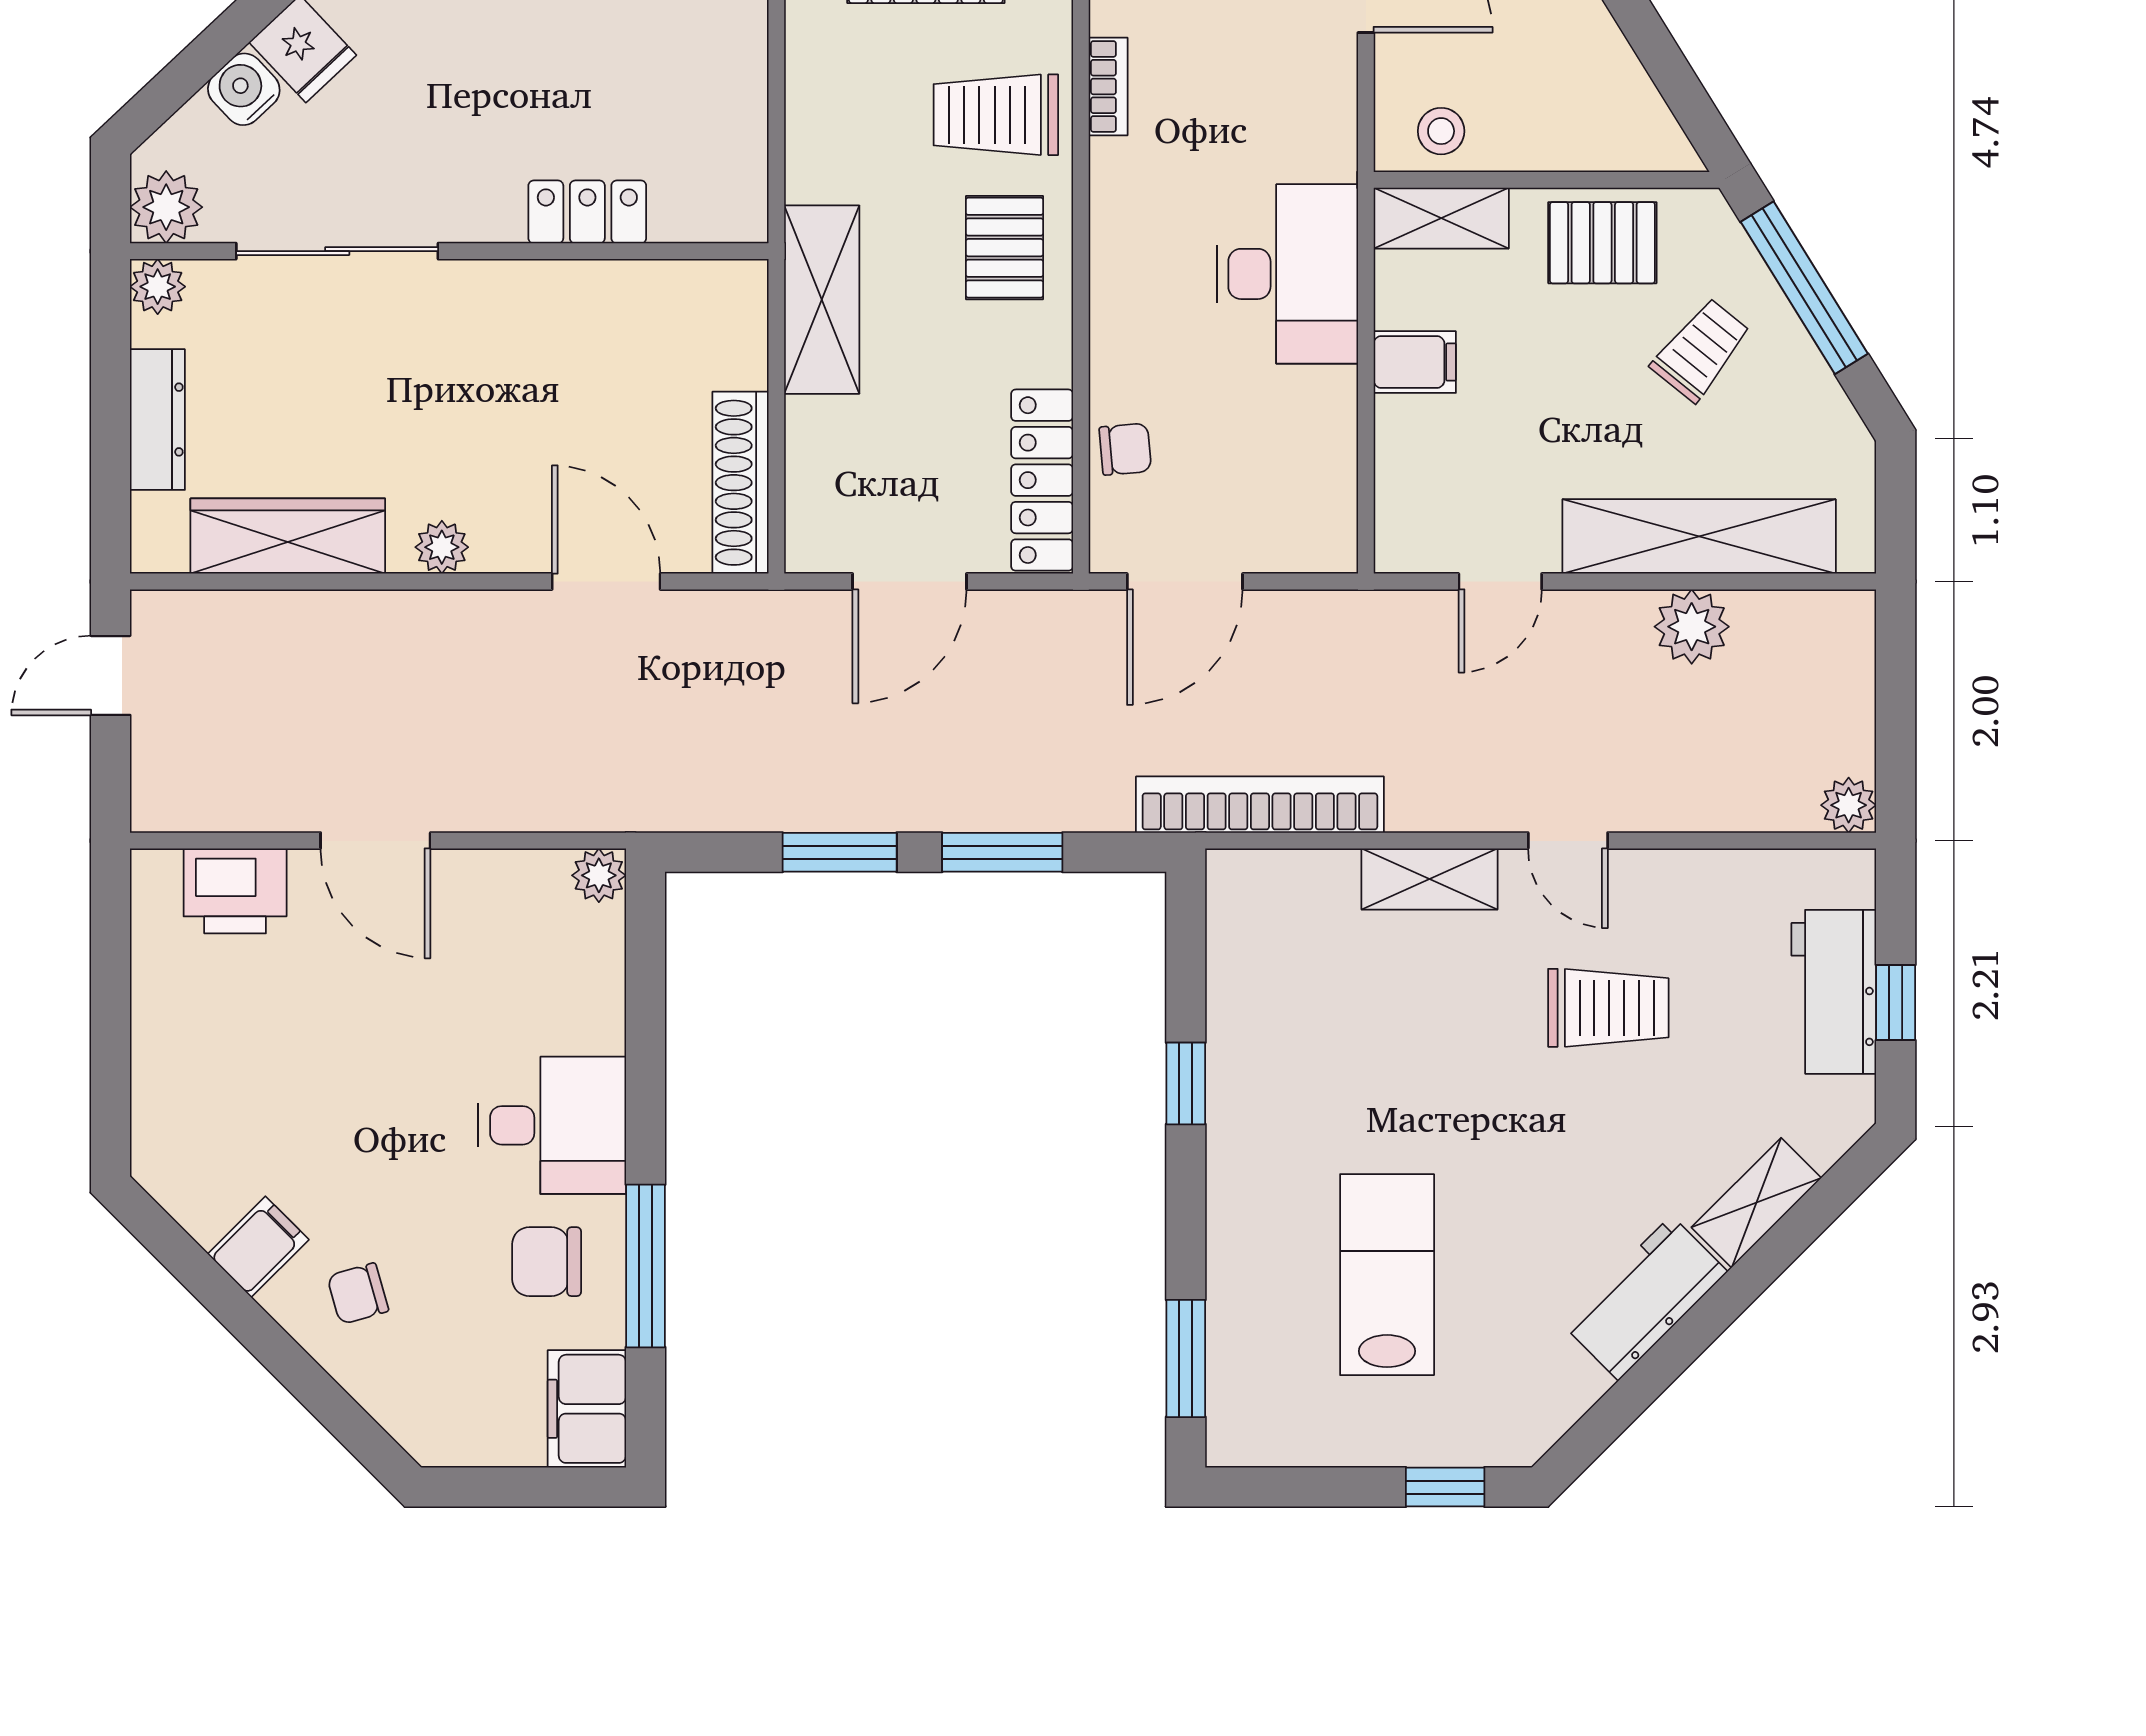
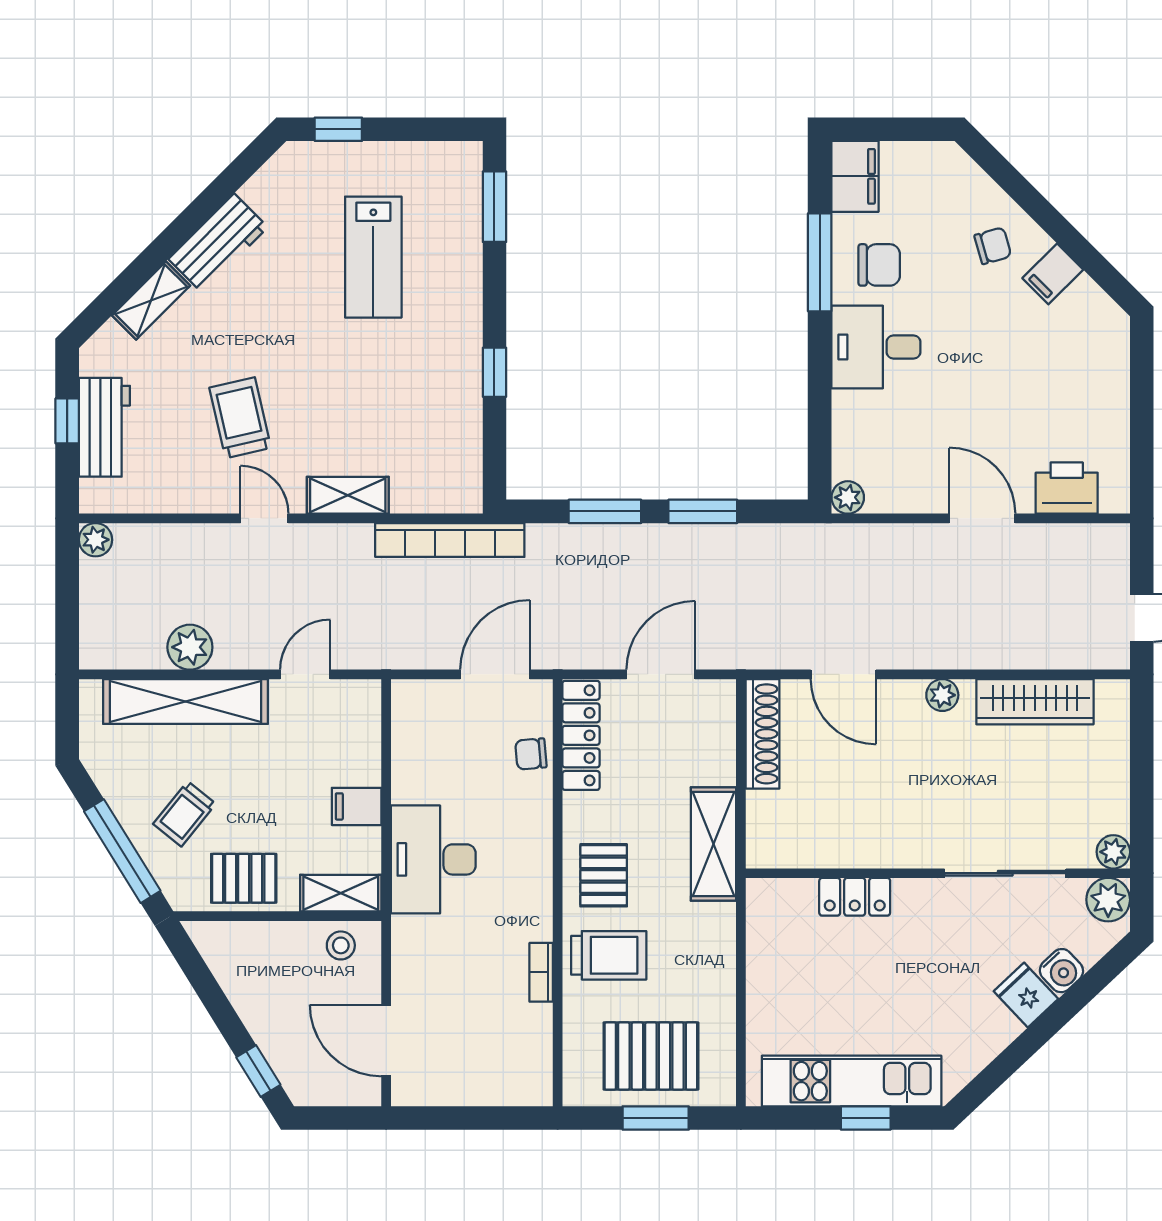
dresser: (157, 420) -> (1113, 772), removed
trolley: (1608, 1008) -> (240, 418), turned 77

